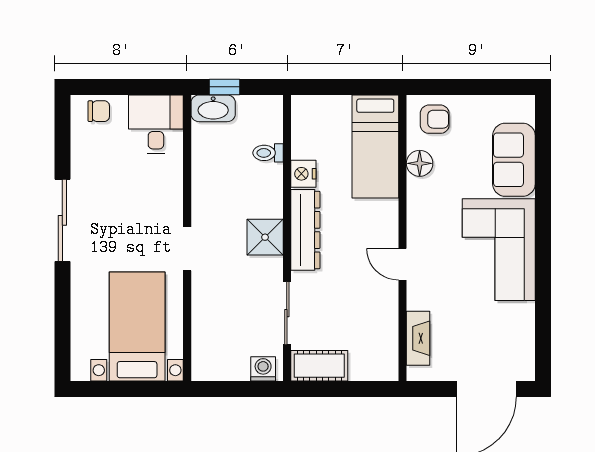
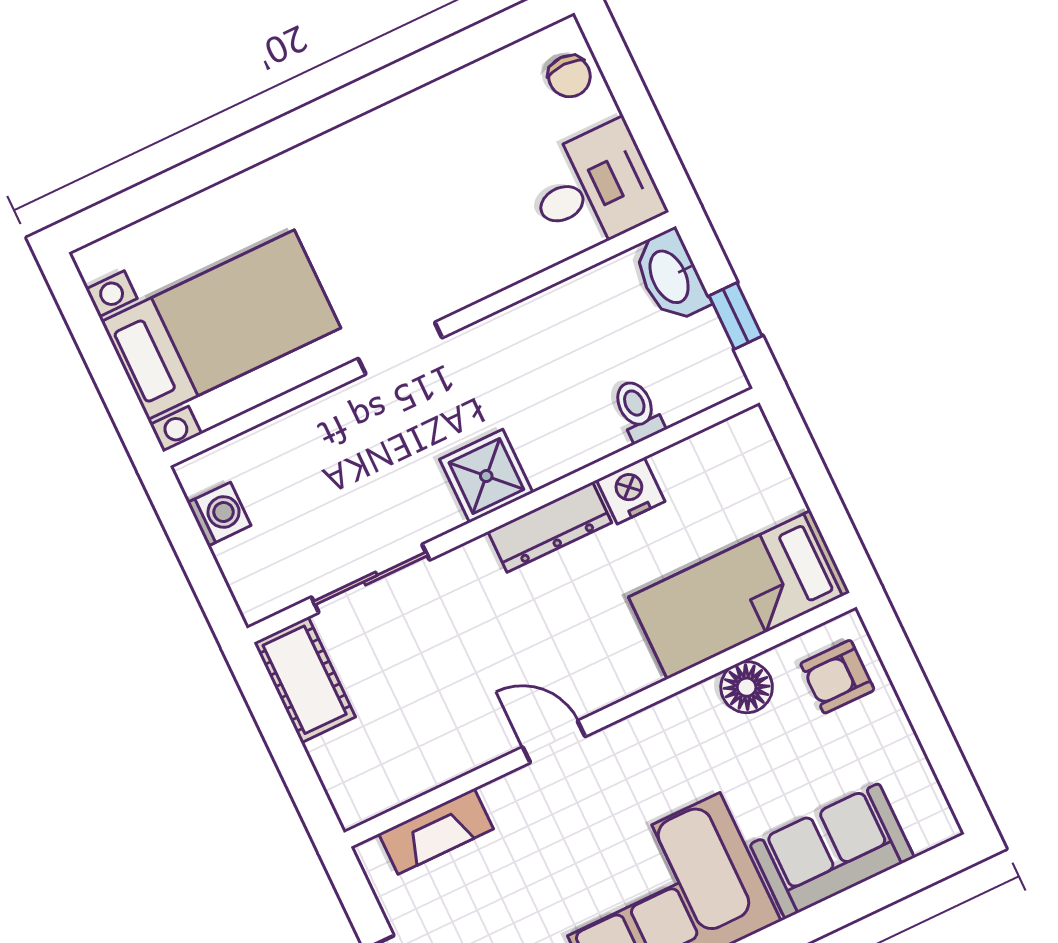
window: (224, 87) -> (736, 316), moved
armchair: (435, 119) -> (837, 677), turned 90
sliding door: (62, 220) -> (346, 104), removed
dresser: (305, 230) -> (550, 527), width x0.73, depth x0.80
door: (403, 264) -> (554, 742), hinge flipped
washing machine: (263, 369) -> (219, 514), moved

